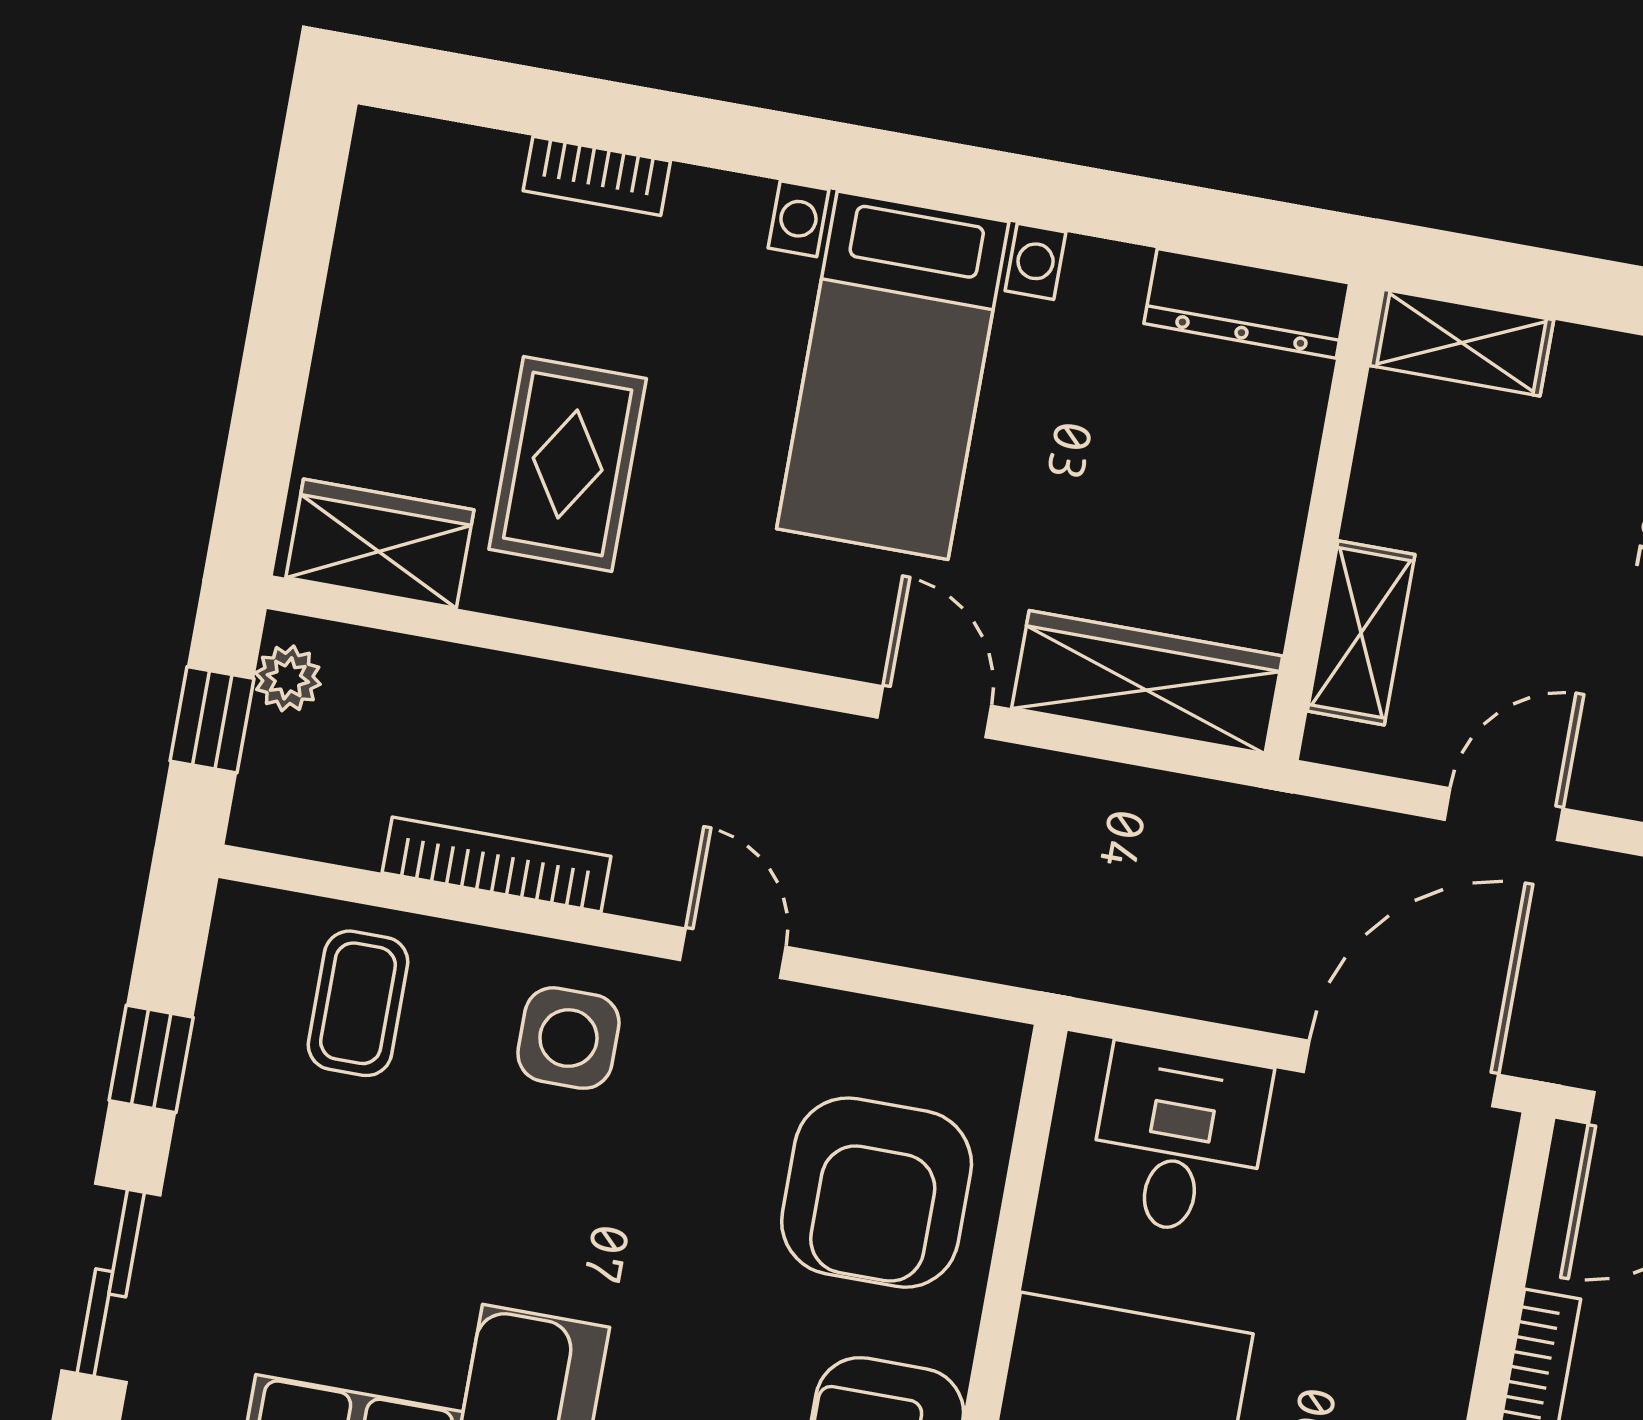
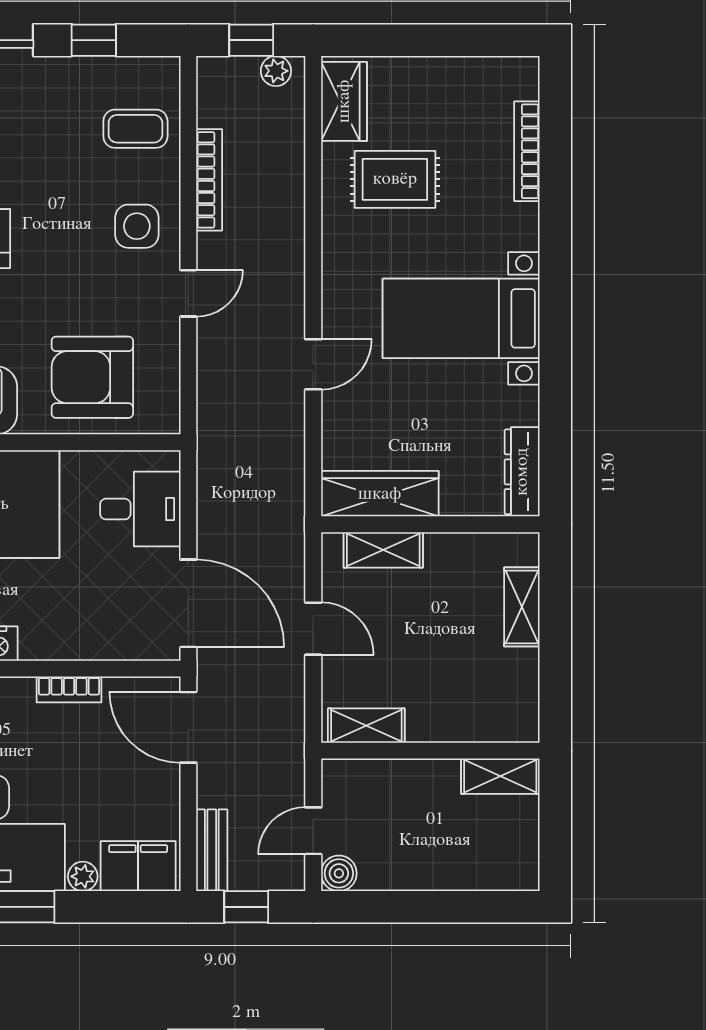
bookcase: (597, 176) -> (527, 151), width x1.56
shelving: (1462, 343) -> (522, 607), moved
wardrobe: (1147, 682) -> (380, 494), moved, turned -90

